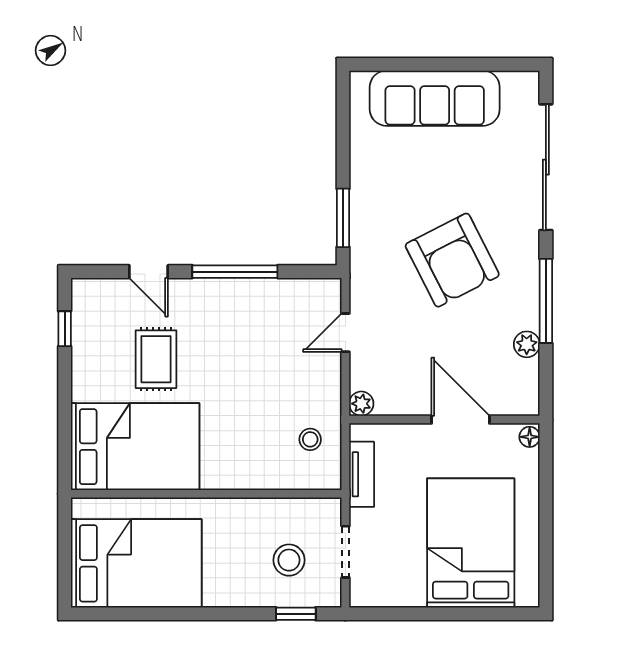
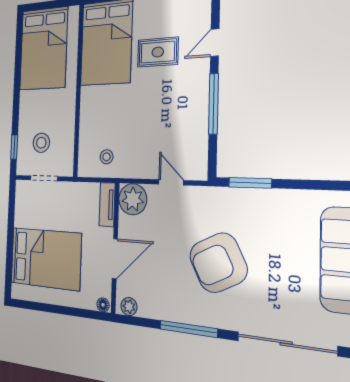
plant: (527, 344) -> (129, 306), moved
plant: (361, 404) -> (133, 199), width x1.88, depth x1.88
tv unit: (362, 474) -> (107, 205), moved, turned 90

